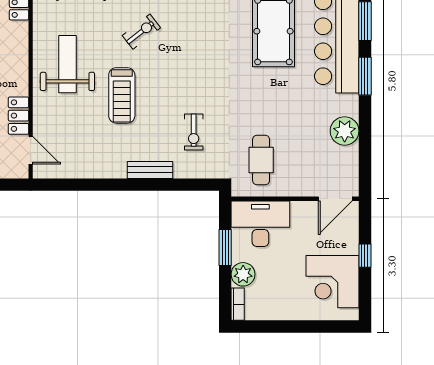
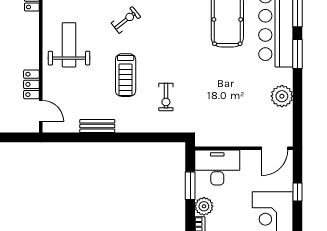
treadmill: (122, 95) -> (126, 75), moved
cafe table: (261, 160) -> (218, 118), removed
bench: (150, 170) -> (97, 126), moved

